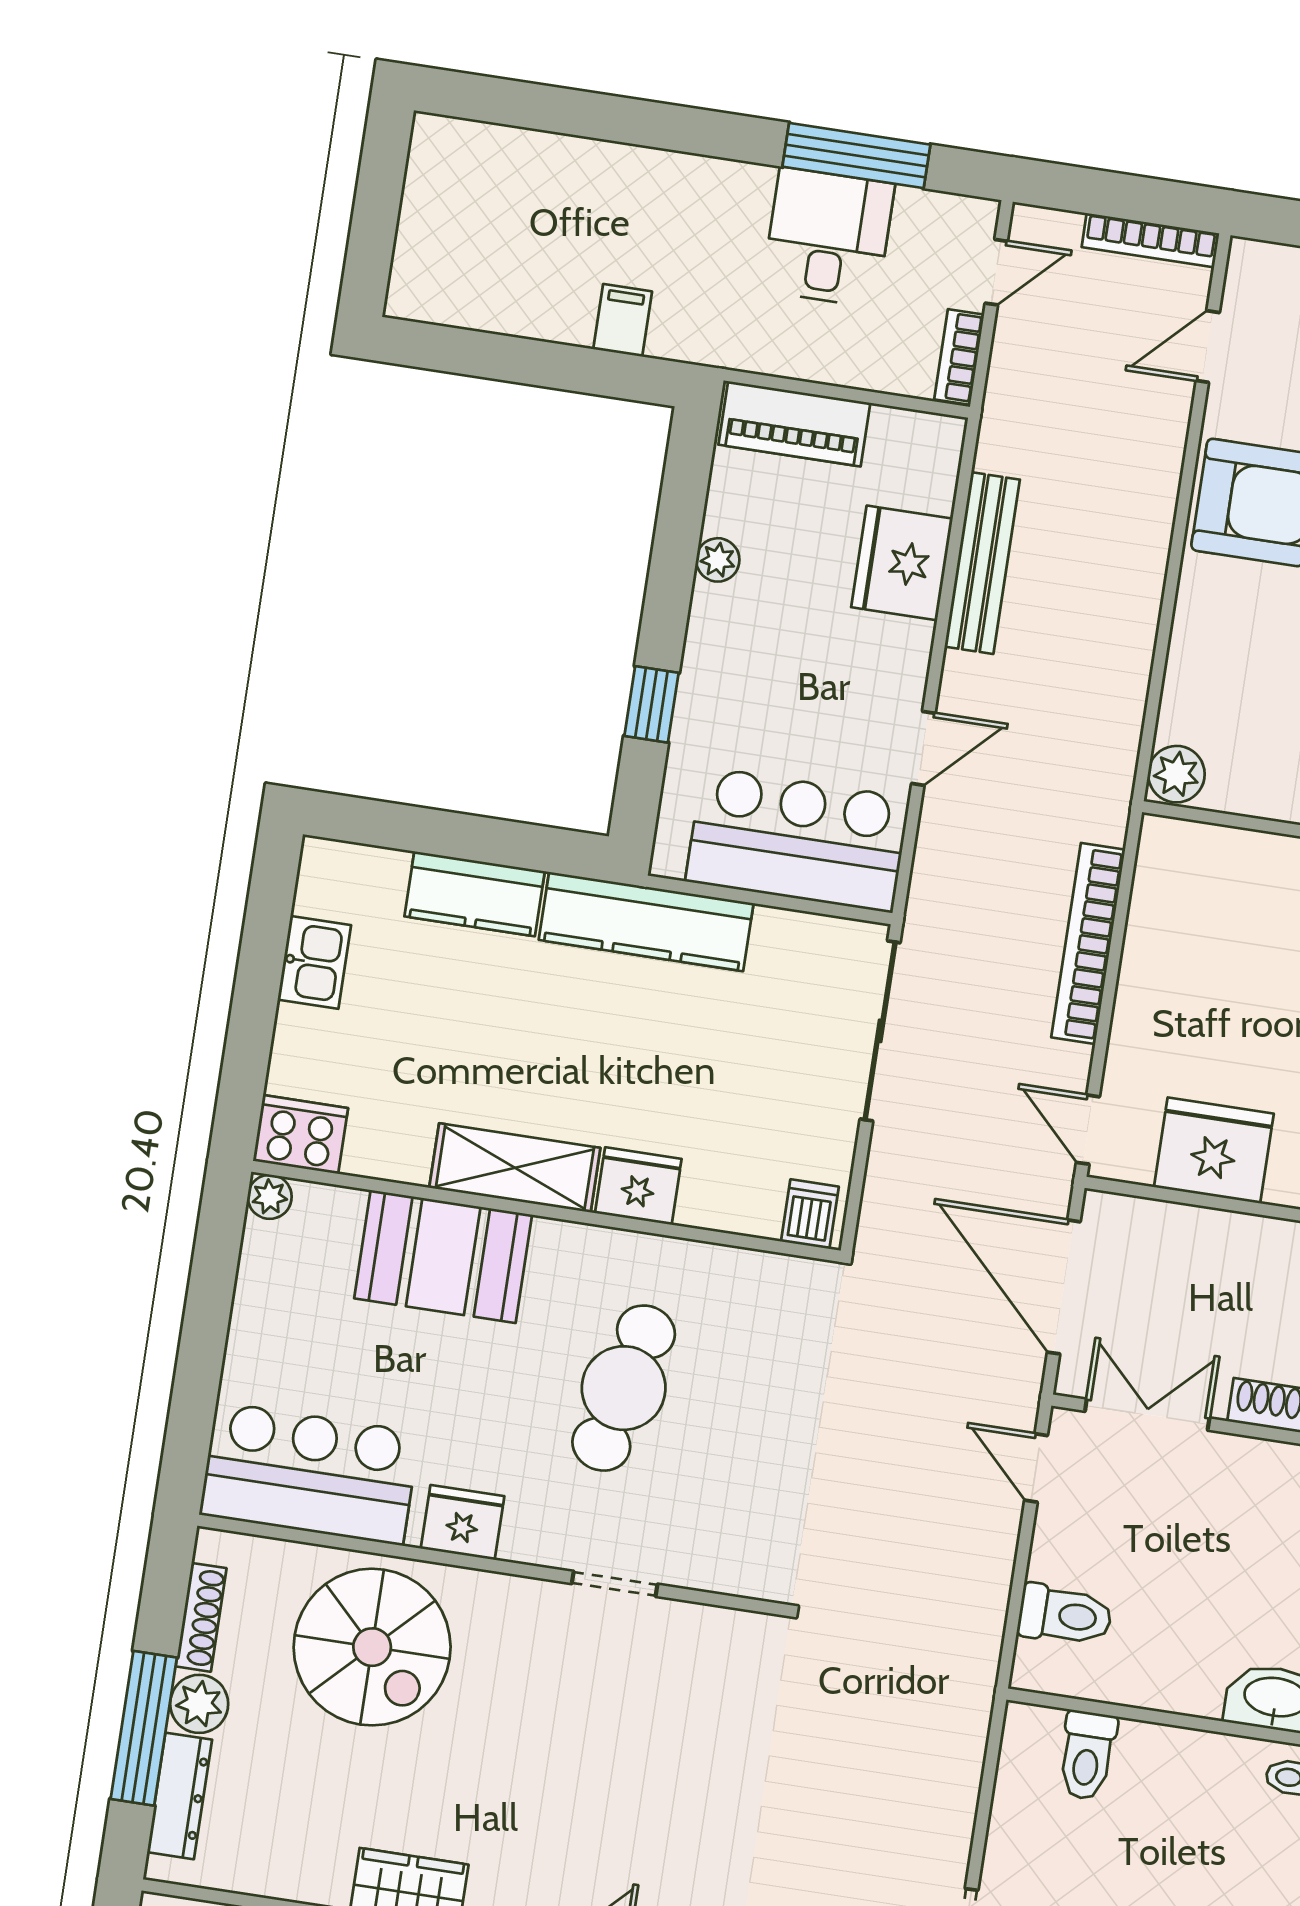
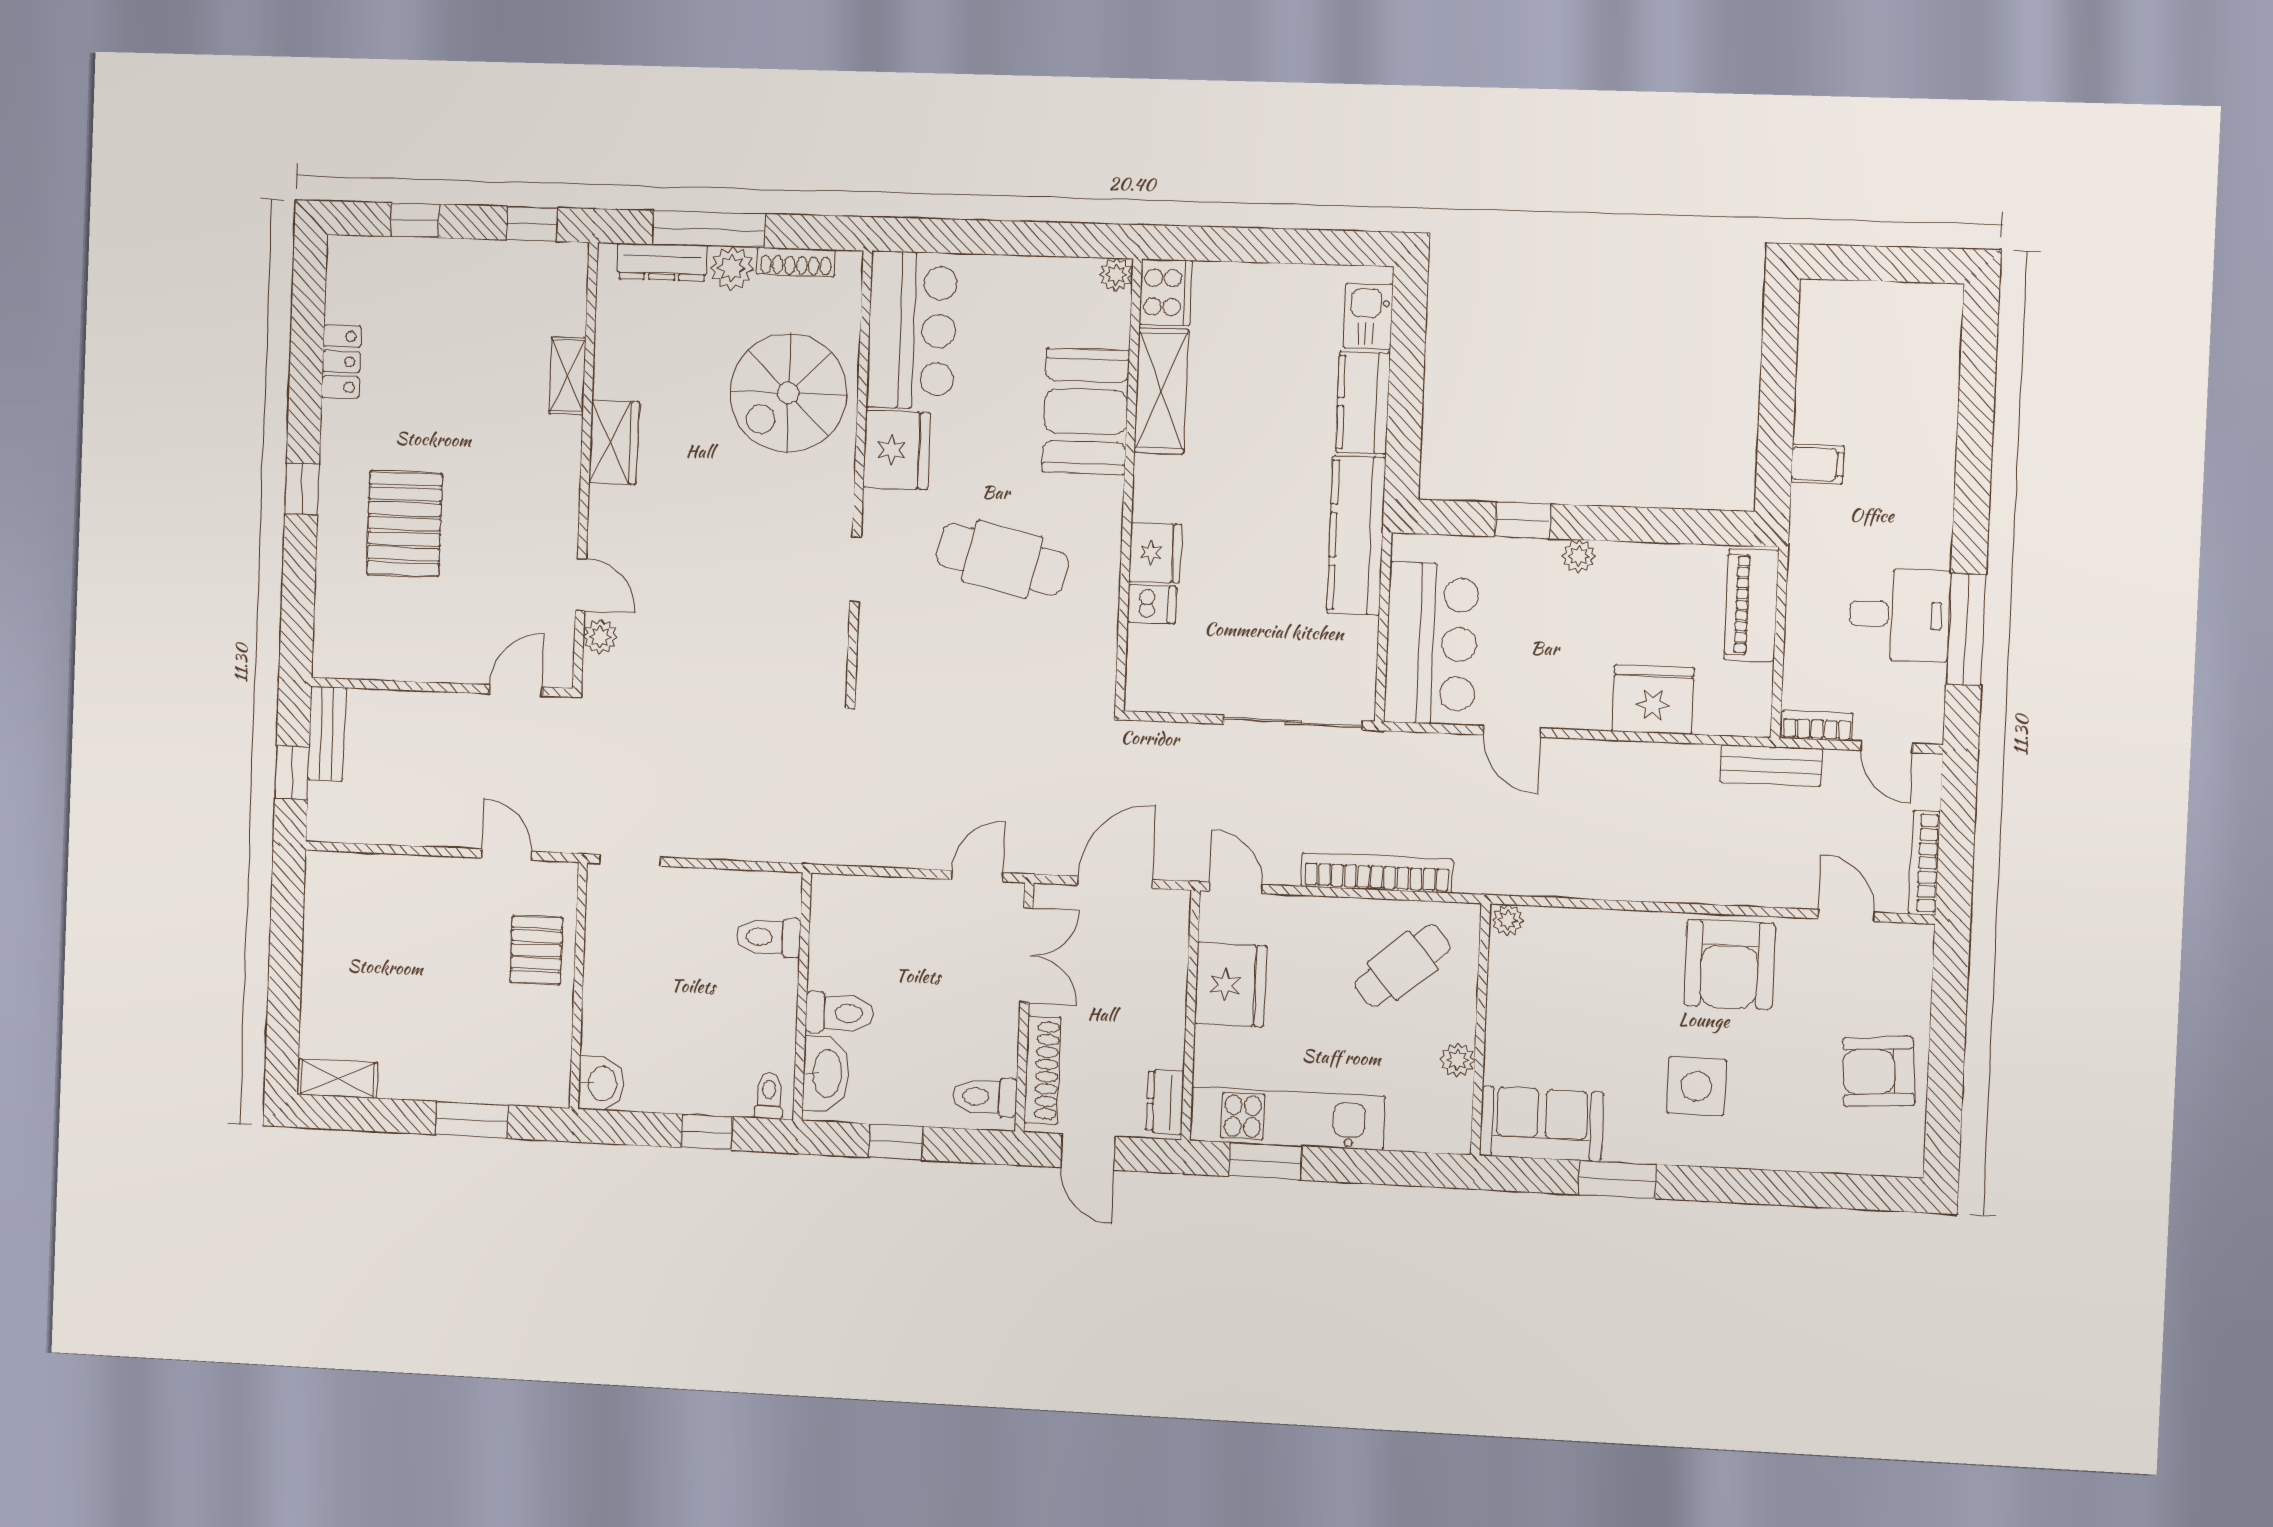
plant: (718, 560) -> (1579, 556), moved
bench: (982, 563) -> (1771, 766), moved, width x0.73
plant: (1176, 774) -> (1508, 920), width x0.73, depth x0.73
cafe table: (1212, 923) -> (1403, 965), added
kitchen sink: (314, 962) -> (1368, 316), moved, turned 90
door: (1088, 1130) -> (1236, 888), hinge flipped
shelving: (515, 1168) -> (1161, 391), moved
dishwasher: (810, 1214) -> (1152, 604), moved
door: (1064, 1287) -> (1115, 882), width x0.73
fridge: (463, 1522) -> (897, 450), width x1.36, depth x1.34
toilet: (1065, 1615) -> (839, 1013), moved, turned -90

